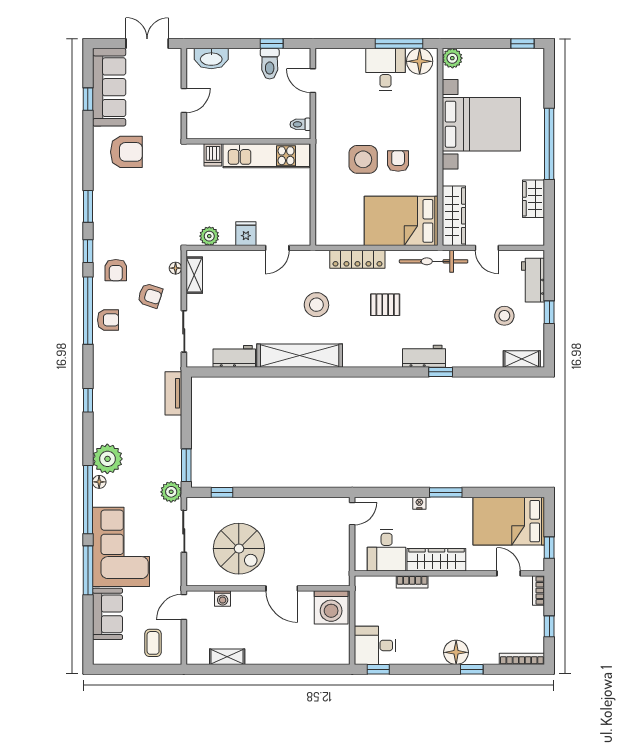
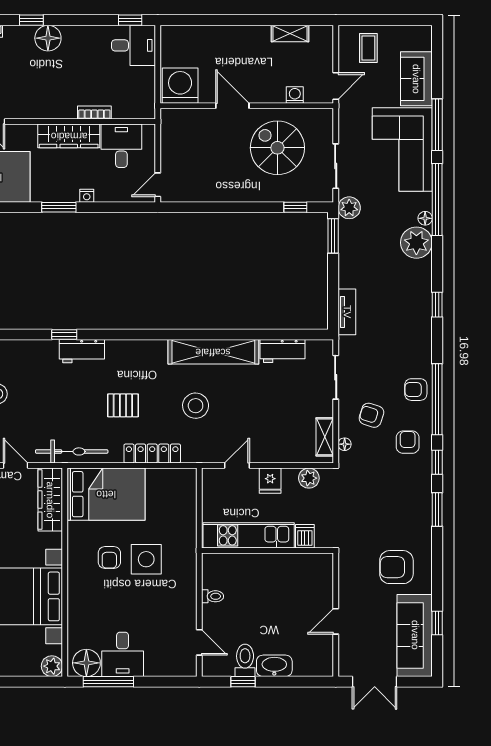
washbasin: (211, 58) -> (274, 666), moved
wall: (248, 141) -> (267, 551), moved
dishwasher: (213, 155) -> (305, 536), moved
kitchen unit: (266, 156) -> (249, 535), moved

